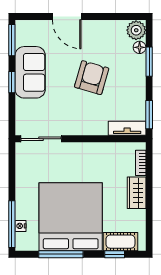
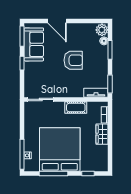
sofa: (30, 72) -> (34, 44), moved
armchair: (92, 78) -> (73, 60), turned 74
cot: (120, 242) -> (76, 108), moved

